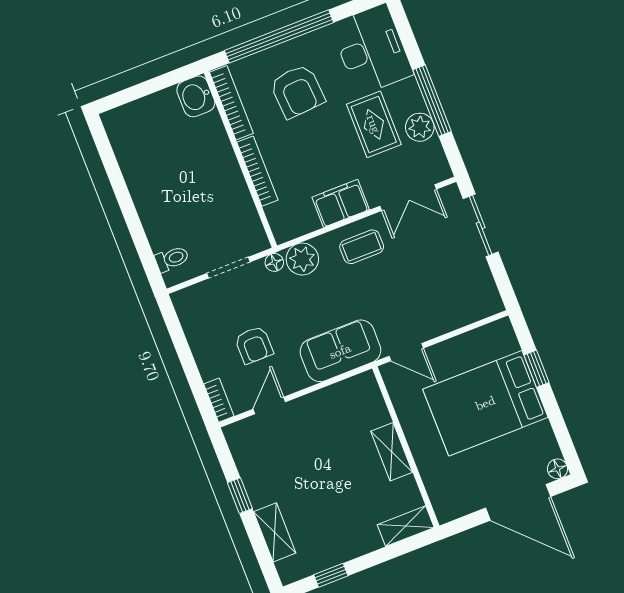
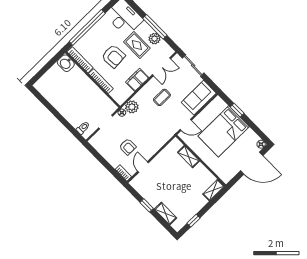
armchair: (297, 91) -> (113, 56), moved
coffee table: (362, 247) -> (162, 97), moved
sofa: (340, 351) -> (199, 98), moved
shelving: (392, 452) -> (189, 157), moved

